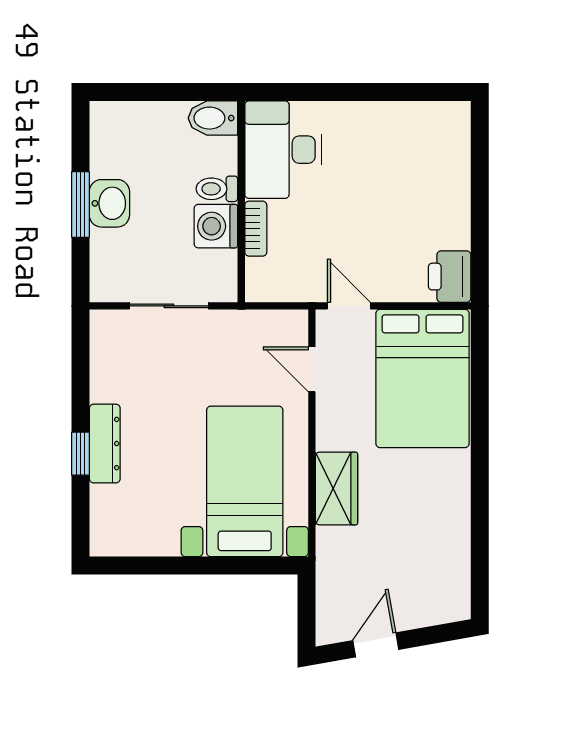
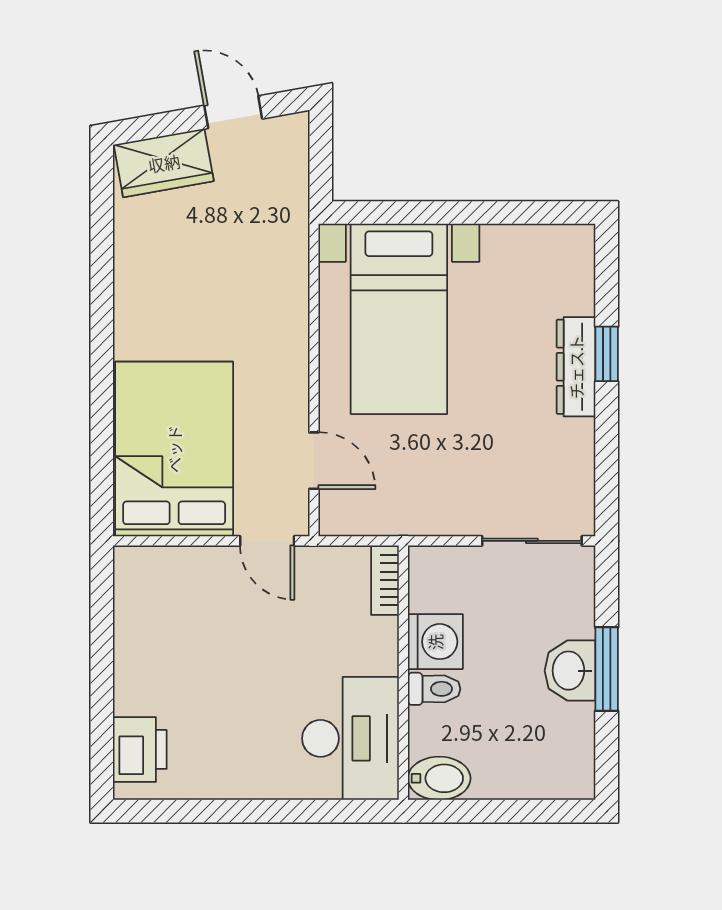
bookcase: (256, 229) -> (385, 580), moved
printer: (450, 277) -> (140, 749), moved
sliding door: (169, 306) -> (532, 541), moved
wardrobe: (337, 489) -> (164, 163), moved, turned -100
door: (376, 645) -> (233, 112), swing flipped

